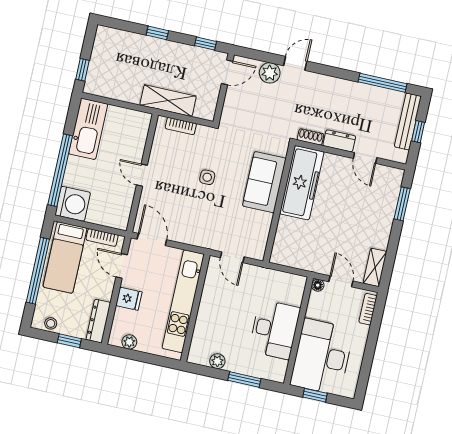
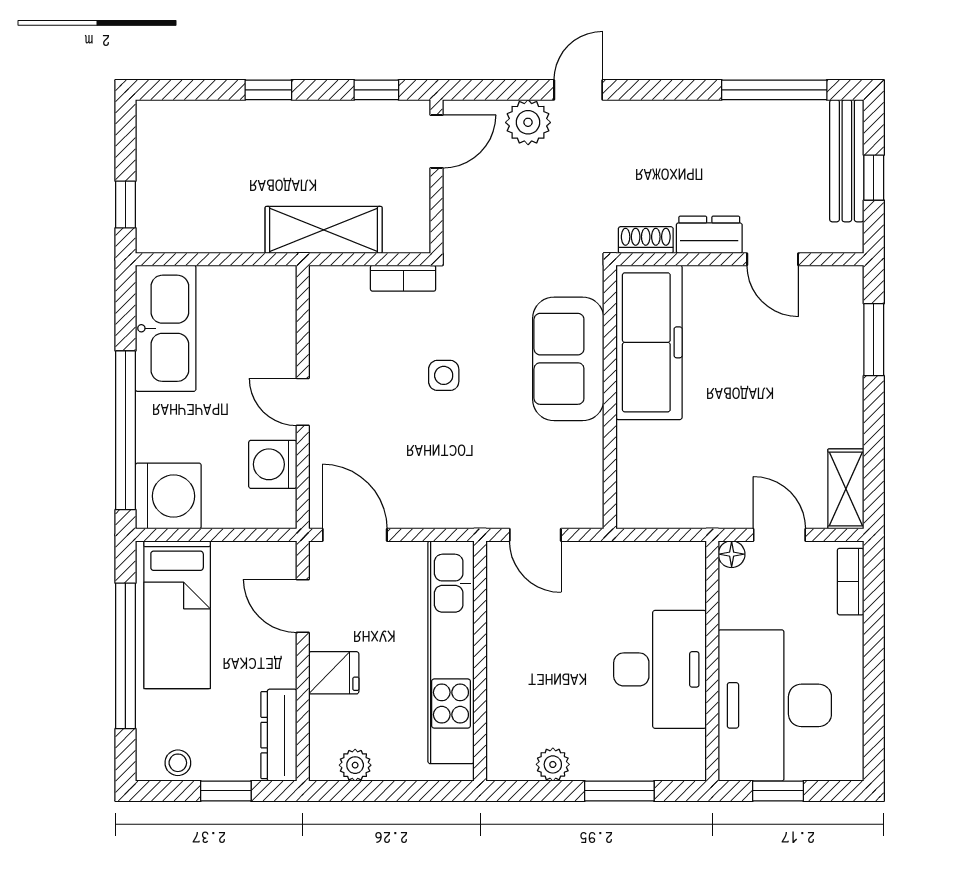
bookcase: (181, 126) -> (403, 278), moved
washing machine: (122, 200) -> (273, 464), added
bookcase: (102, 237) -> (247, 554), removed

